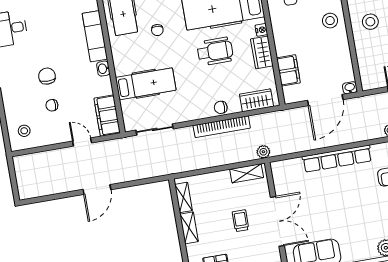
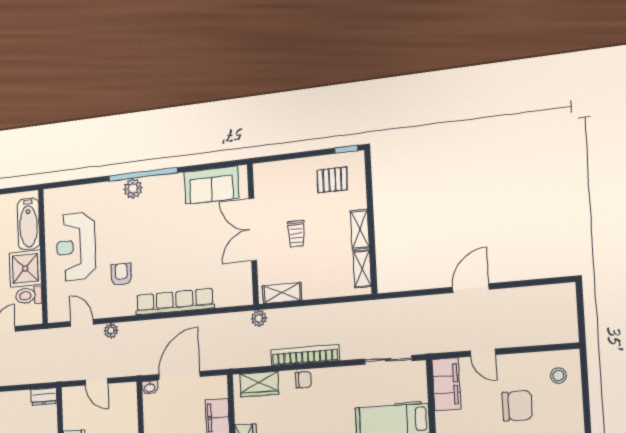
chair: (52, 105) -> (517, 406), width x1.87, depth x1.87

